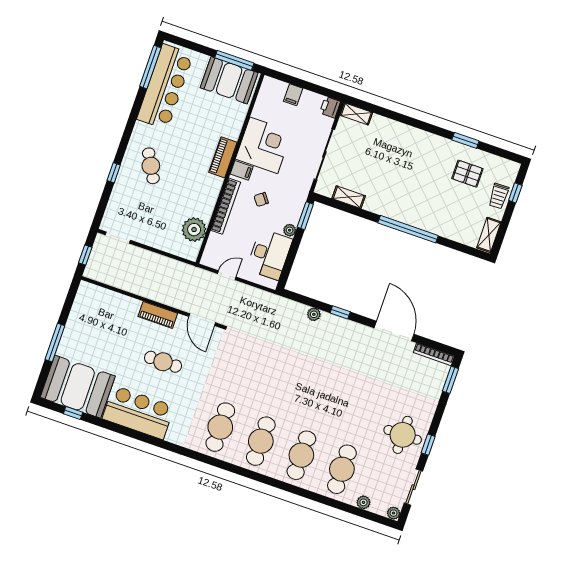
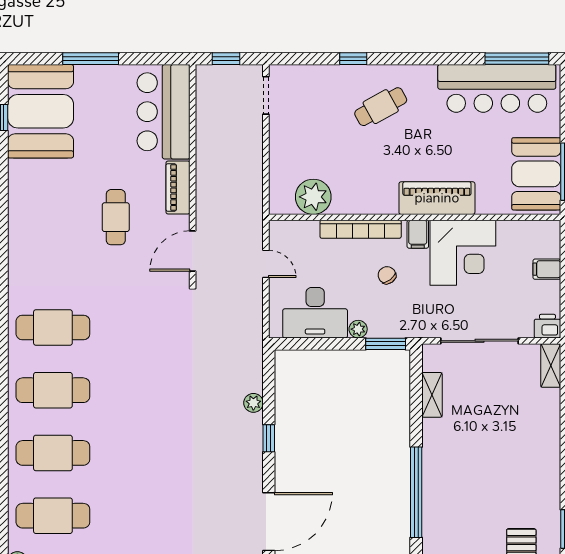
piano: (223, 157) -> (437, 198), width x1.37, depth x1.33
bar counter: (138, 412) -> (164, 112), moved, turned 180

